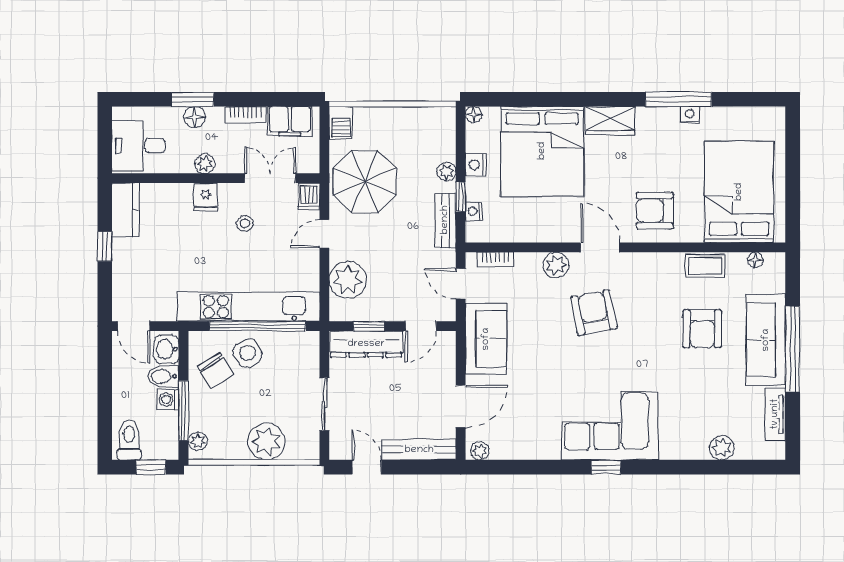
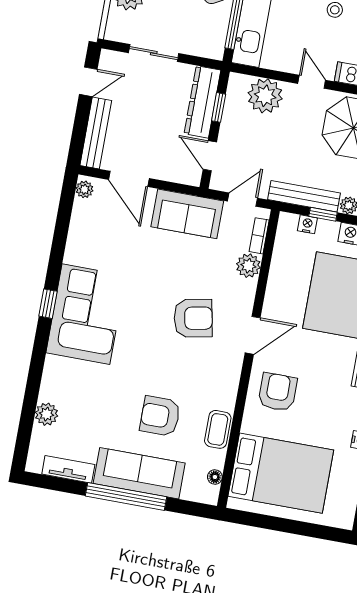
bench: (445, 220) -> (304, 196), width x1.36
plant: (556, 265) -> (248, 266), moved

